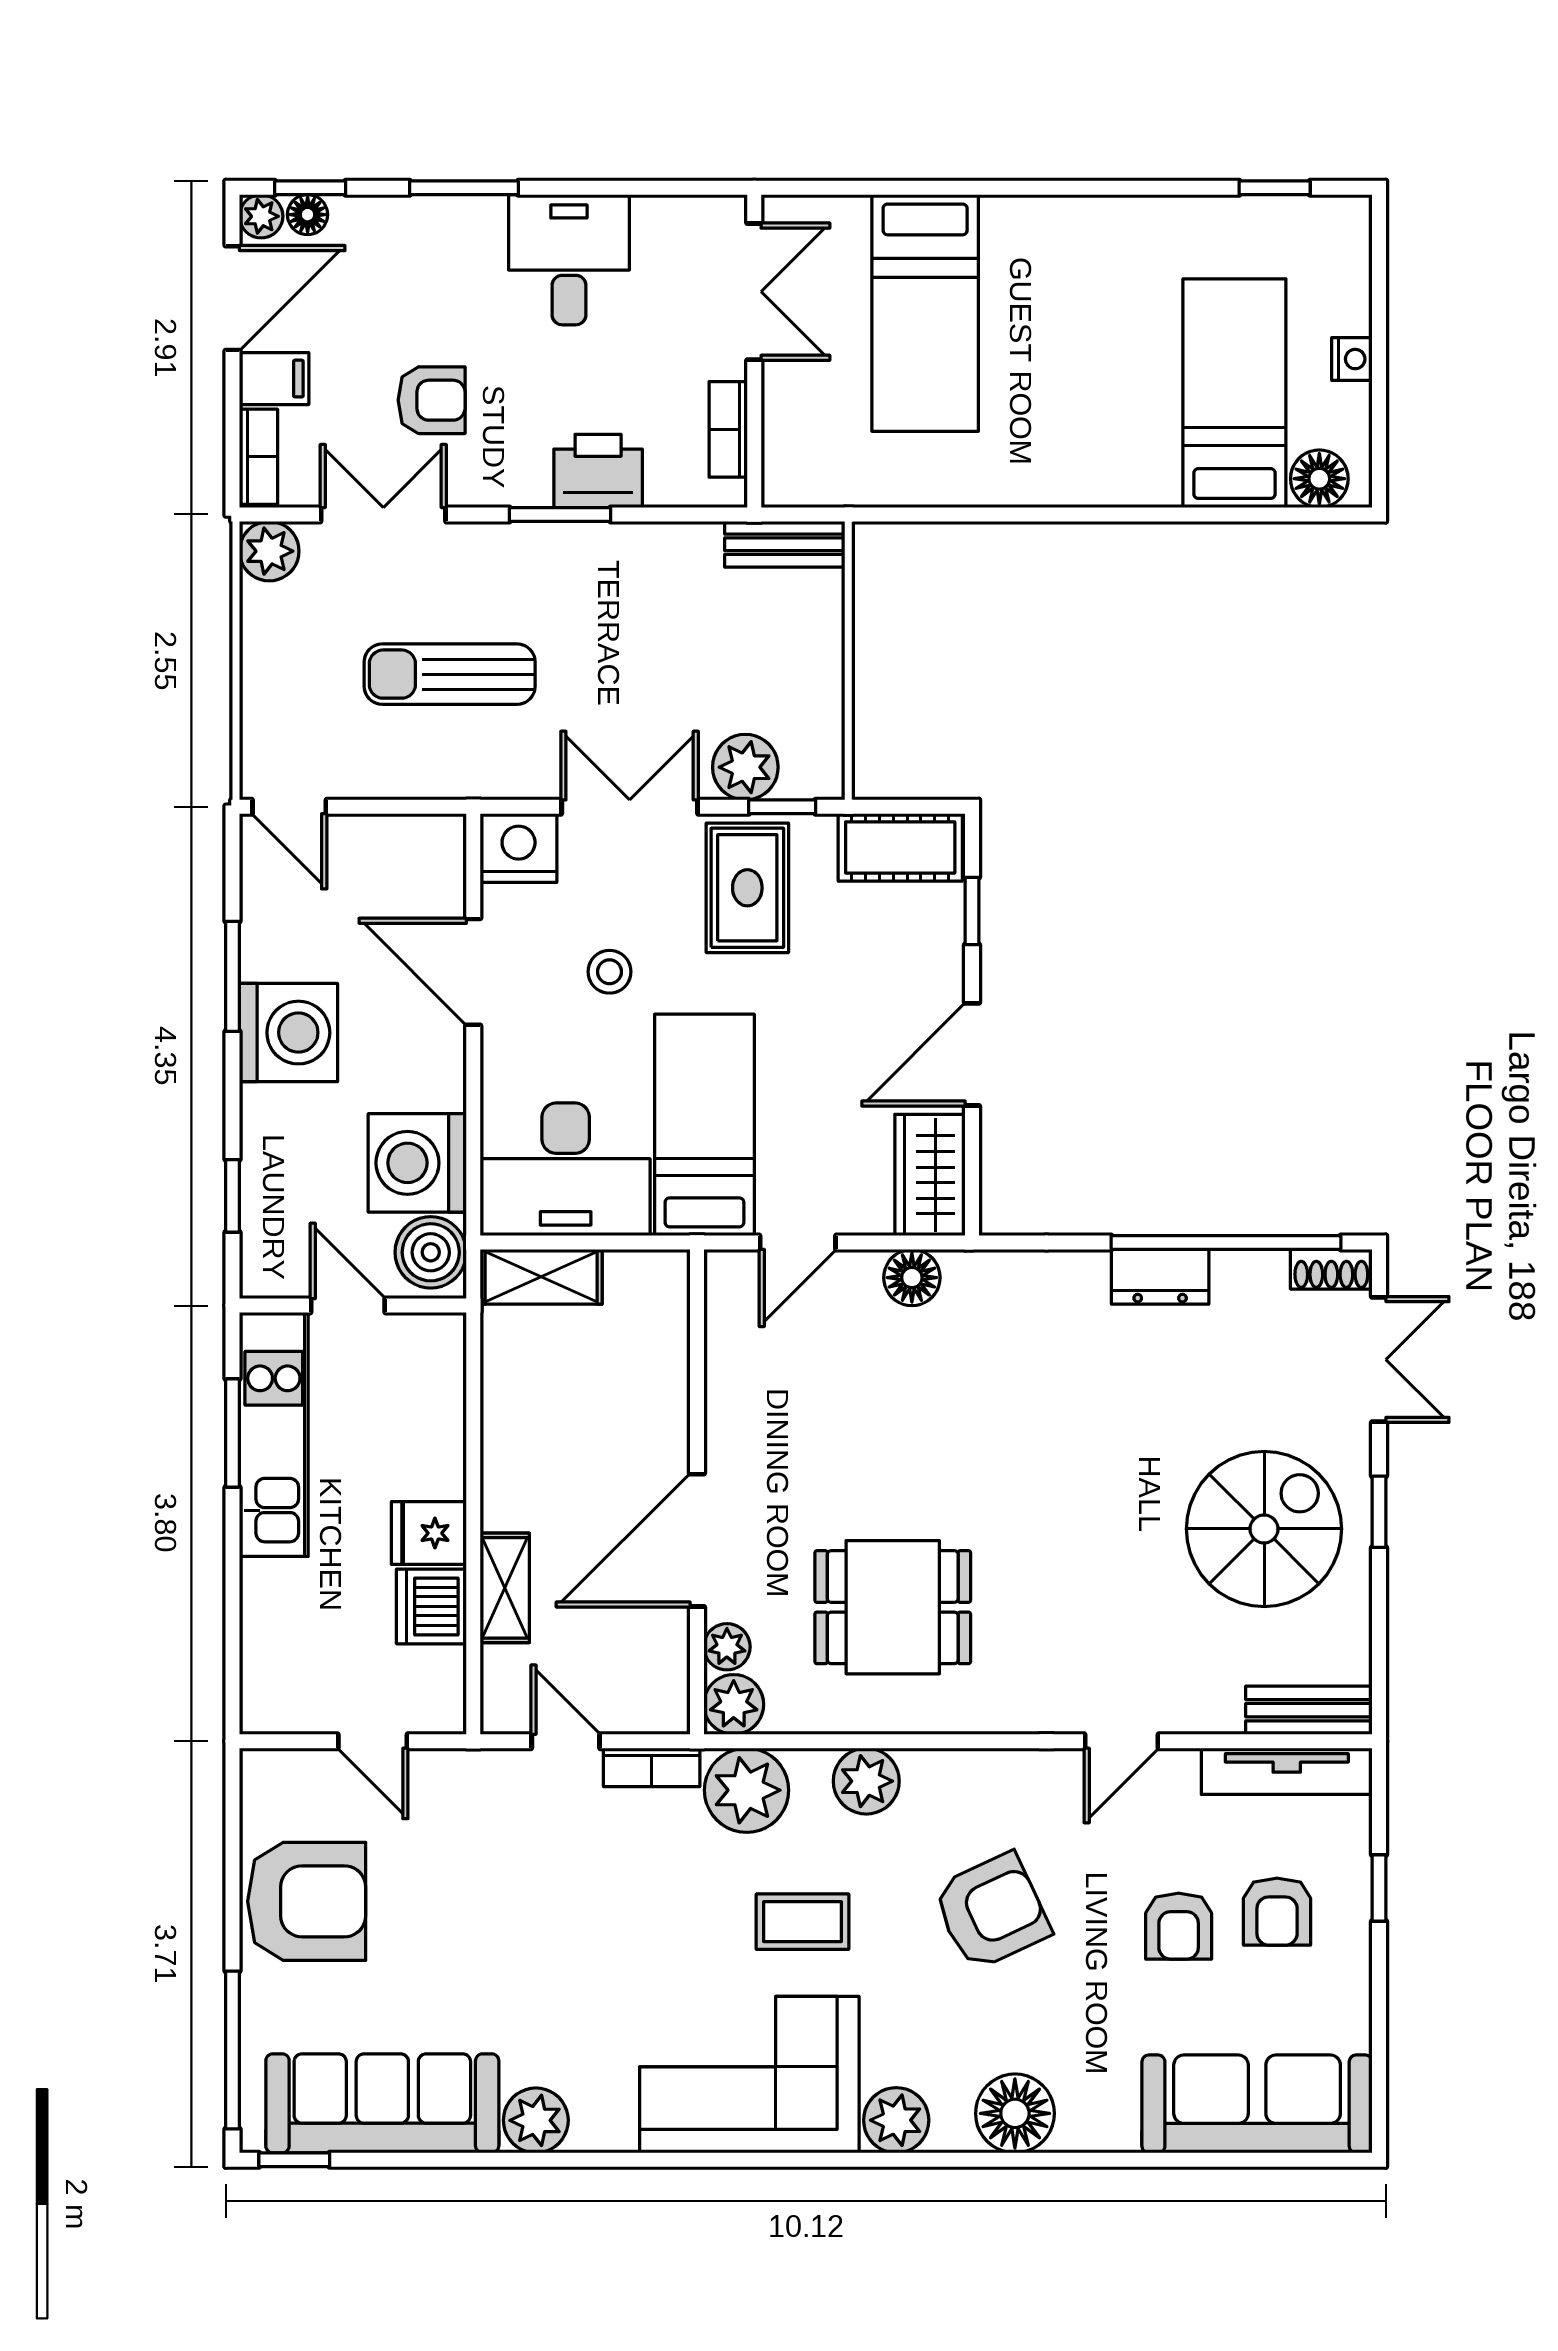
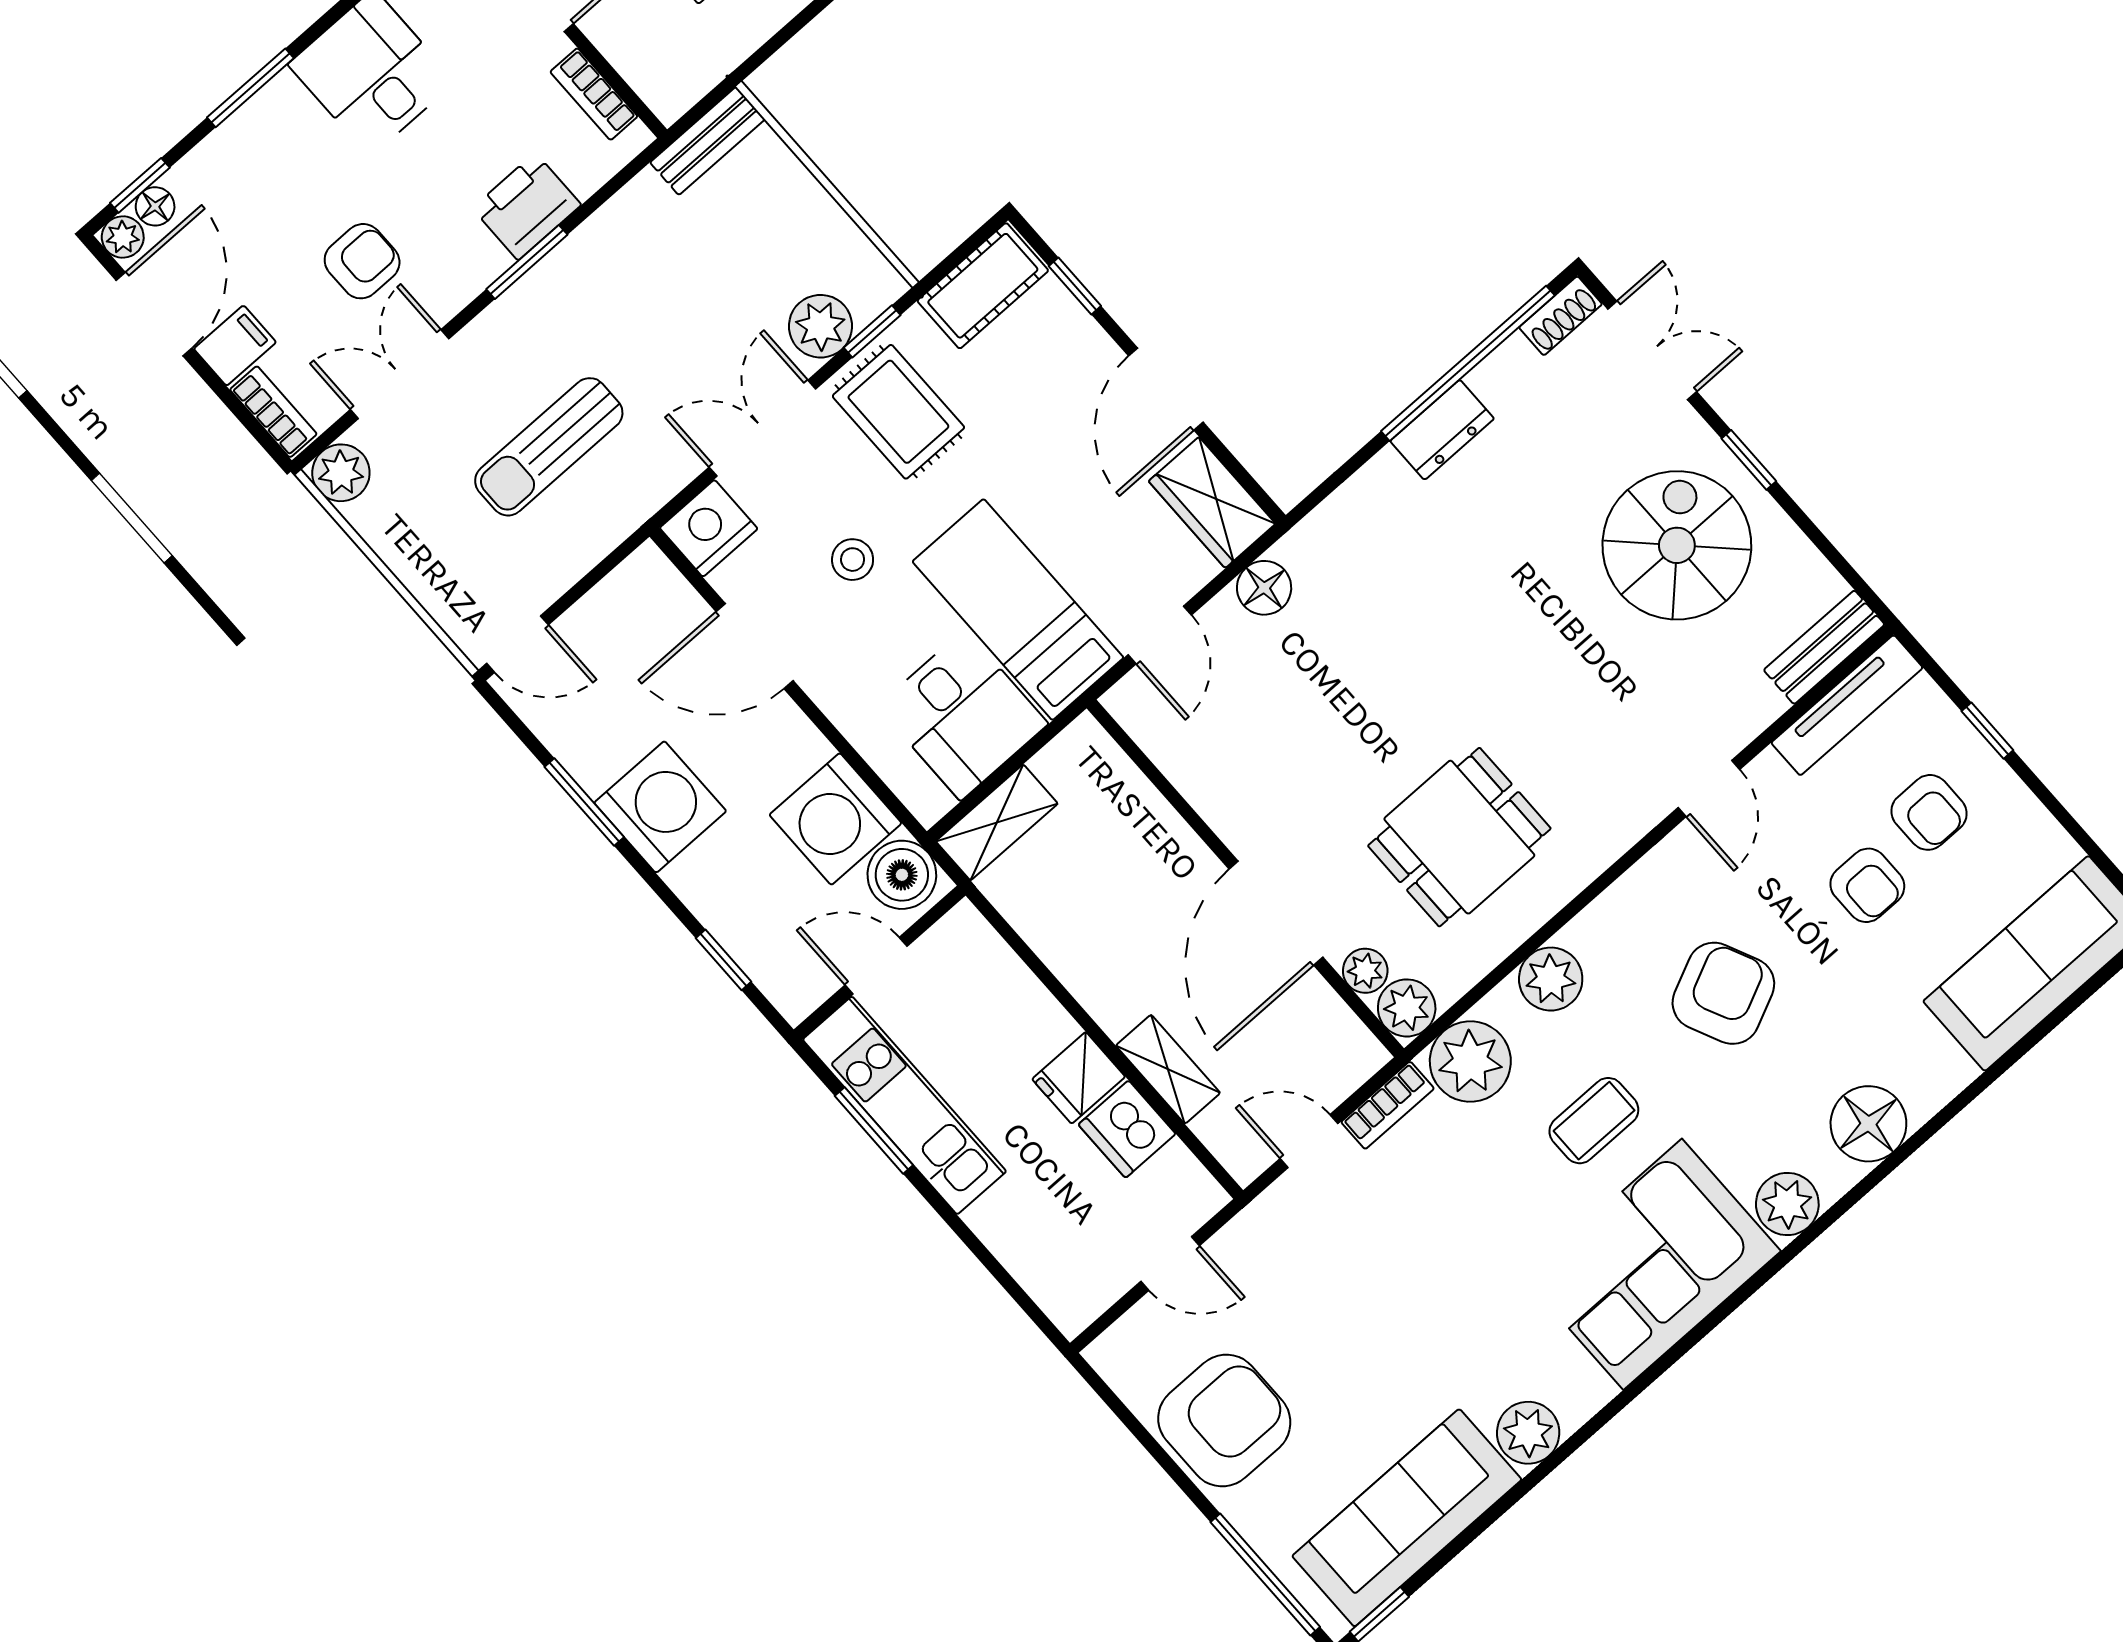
desk: (566, 1169) -> (963, 715), width x0.73

